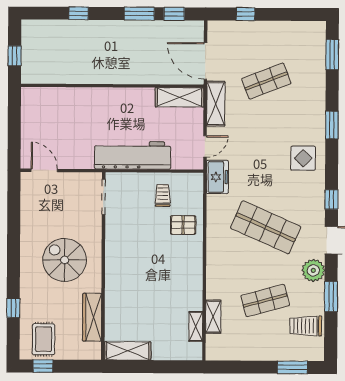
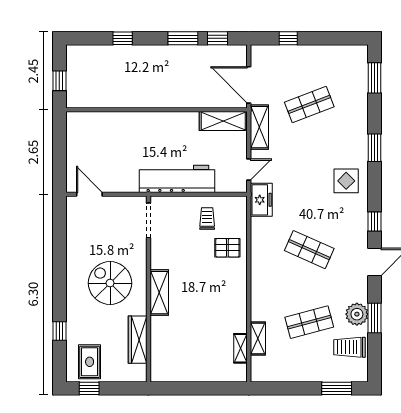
shop shelf: (266, 227) -> (309, 250), width x0.70, depth x0.74
plant: (313, 270) -> (357, 314), moved
shelving: (128, 351) -> (159, 293), moved, turned 90

